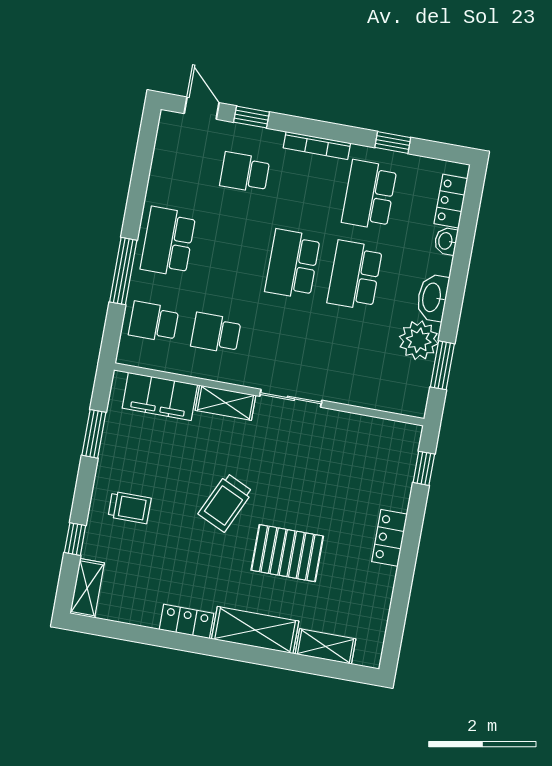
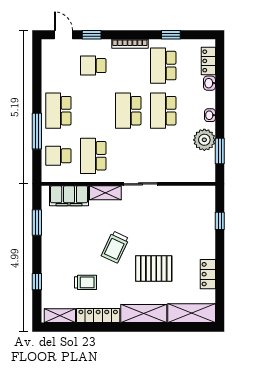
washbasin: (432, 298) -> (210, 115), width x0.52, depth x0.69
school desk: (216, 333) -> (93, 156), width x1.85
window: (424, 468) -> (220, 221), moved
trolley: (130, 508) -> (86, 282), moved
locker: (389, 538) -> (208, 274), moved
shelving: (87, 588) -> (60, 316), moved, turned 90
locker: (186, 621) -> (98, 315), width x1.53
shelving: (326, 646) -> (192, 313), width x1.50, depth x1.33

